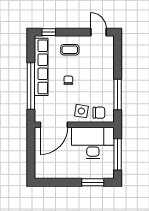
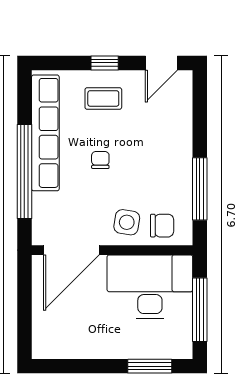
window: (49, 32) -> (105, 63), moved
door: (99, 32) -> (161, 63), swing flipped

